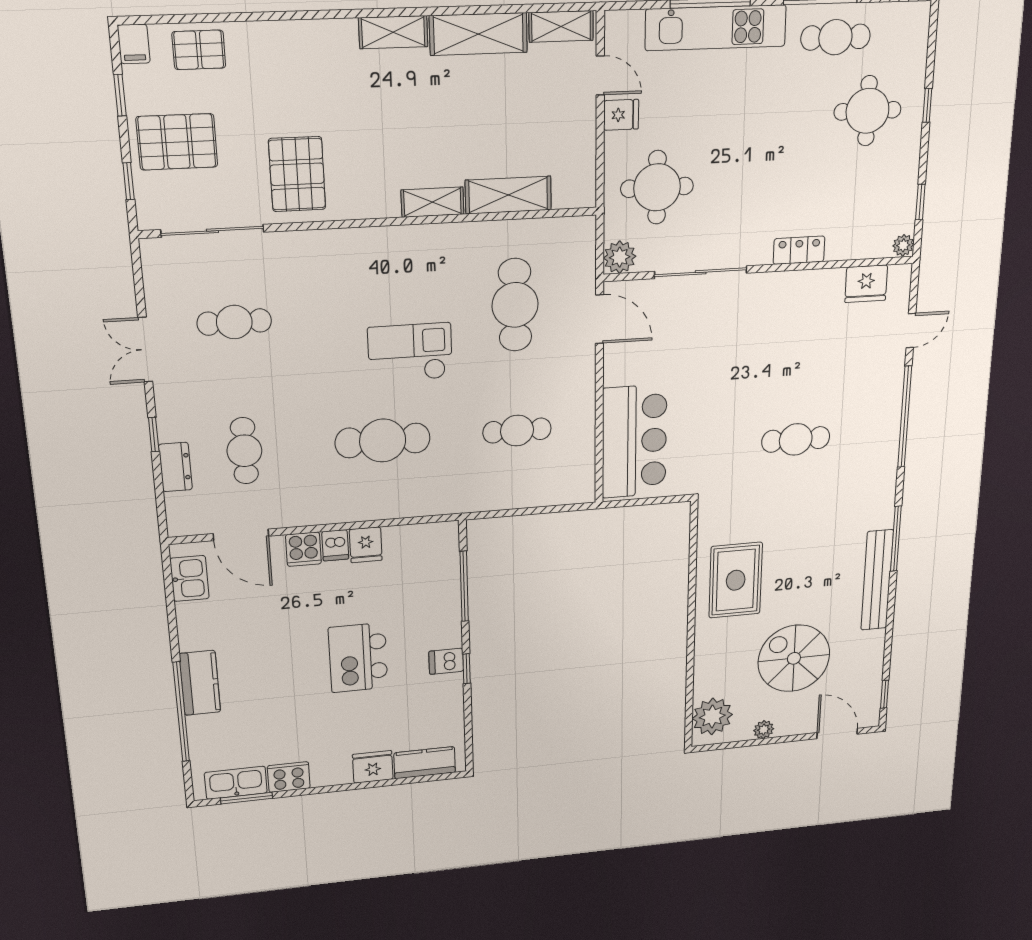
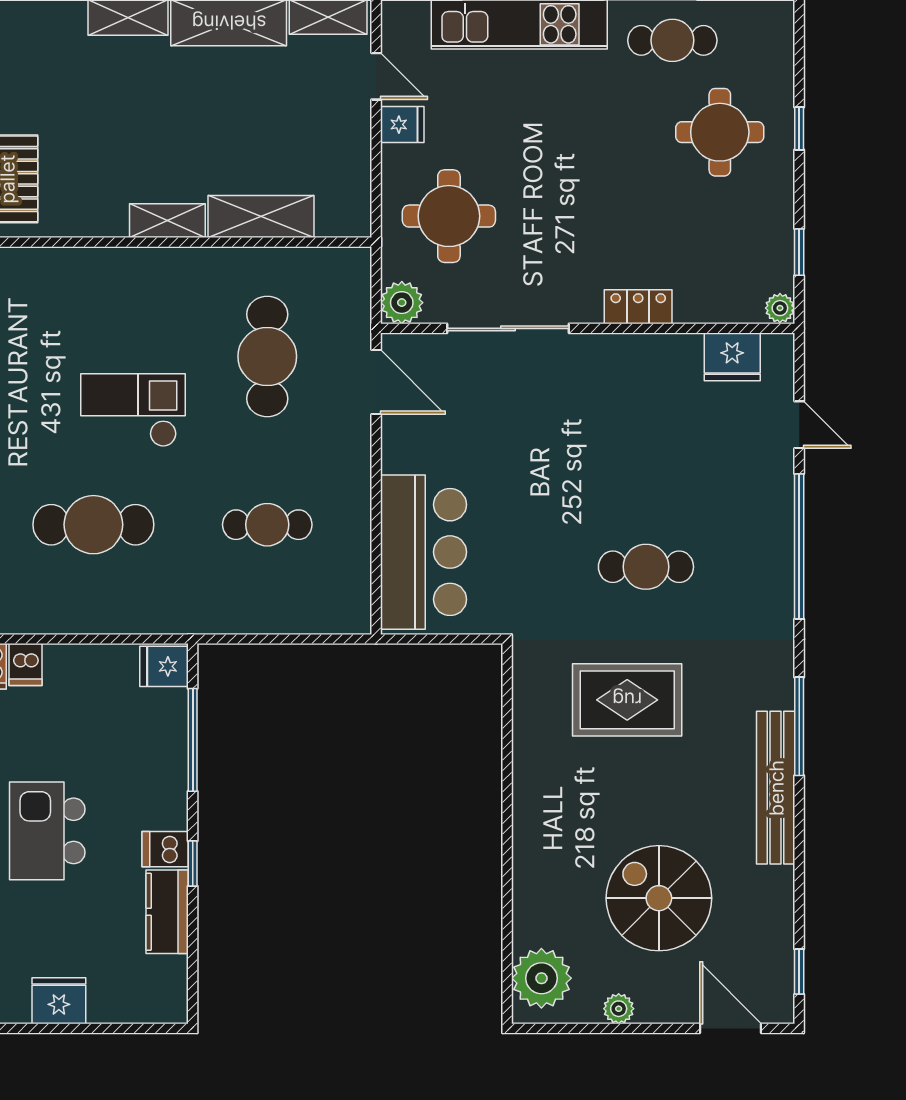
door: (911, 331) -> (799, 425), hinge flipped
fridge: (366, 545) -> (164, 666), moved, turned 90
rug: (736, 580) -> (627, 700), moved, turned 90
kitchen counter: (425, 763) -> (167, 912), moved, turned -90

